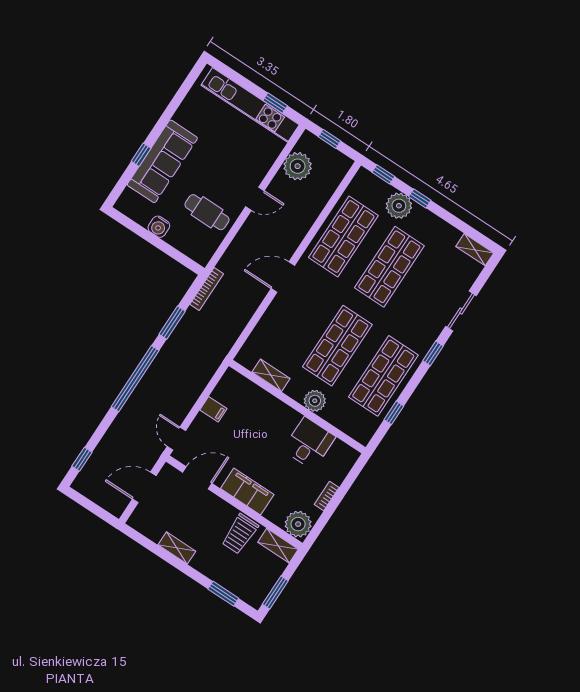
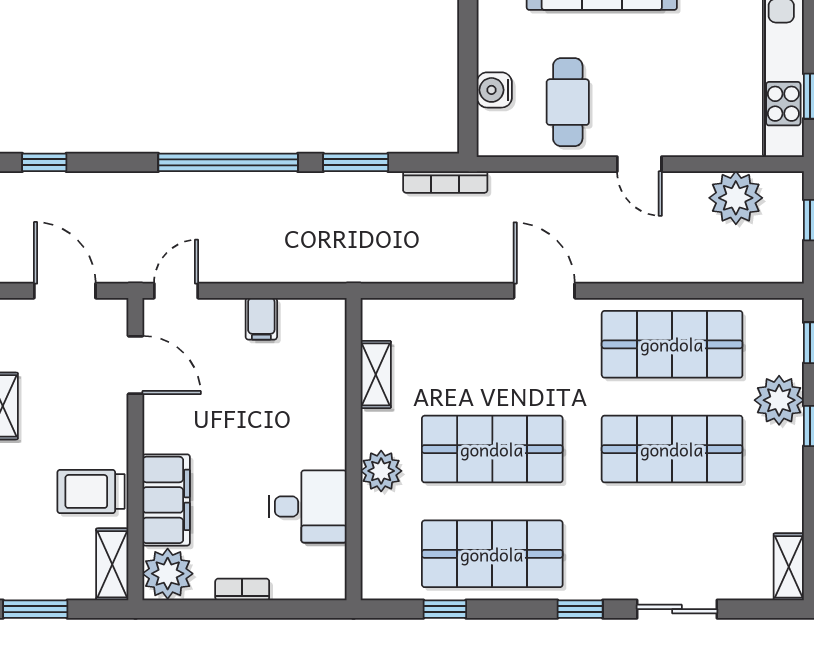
water cooler: (159, 227) -> (494, 90), moved
filing cabinet: (247, 491) -> (166, 500), moved

